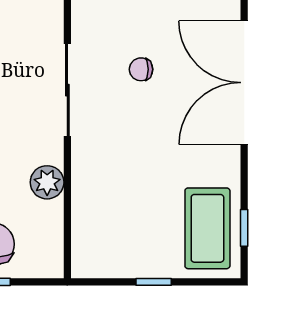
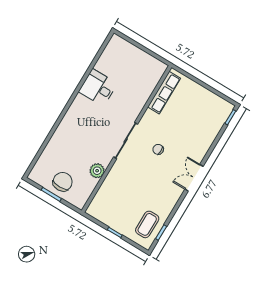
double door: (244, 83) -> (194, 178), width x0.54
coffee table: (207, 228) -> (147, 224), width x0.73, depth x0.76

